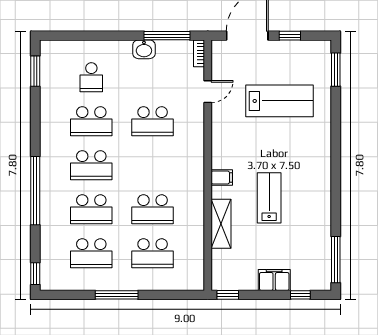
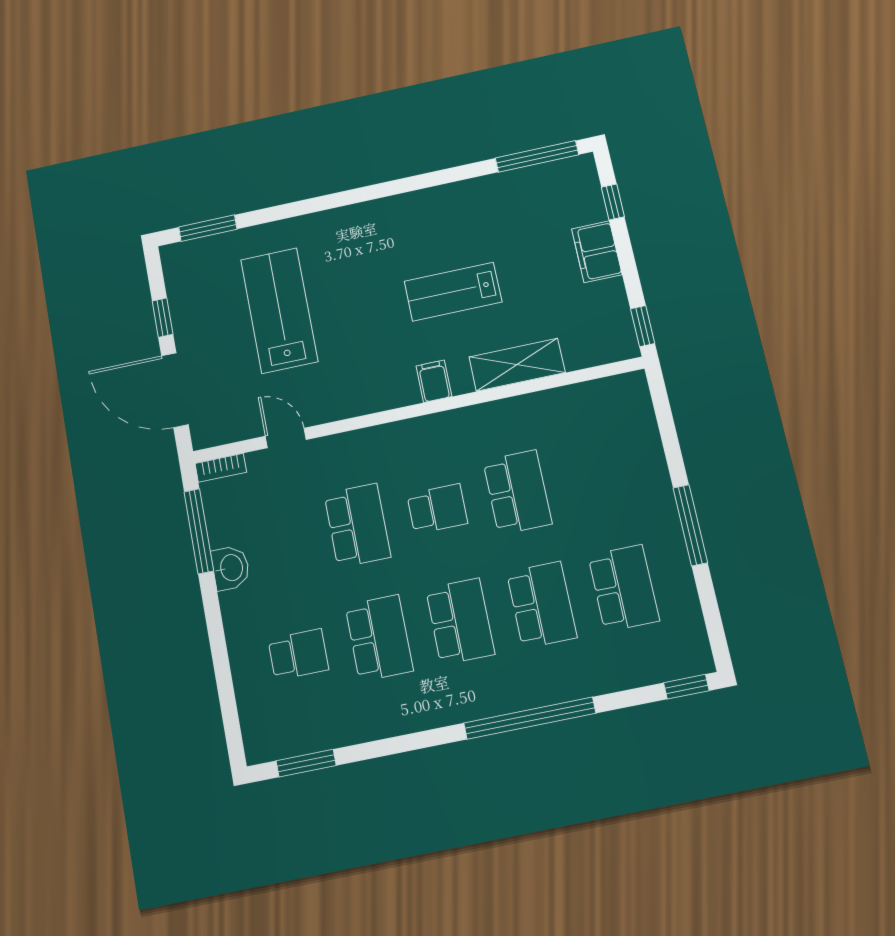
school desk: (153, 253) -> (437, 509), moved, width x0.54

